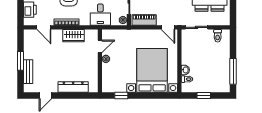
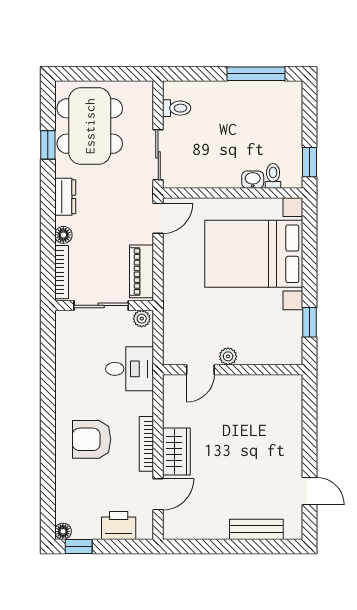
wardrobe: (74, 36) -> (176, 452), moved
door: (100, 46) -> (200, 370), swing flipped
window: (20, 61) -> (232, 546), removed
dresser: (73, 87) -> (291, 429), removed
window: (204, 96) -> (309, 162), moved

